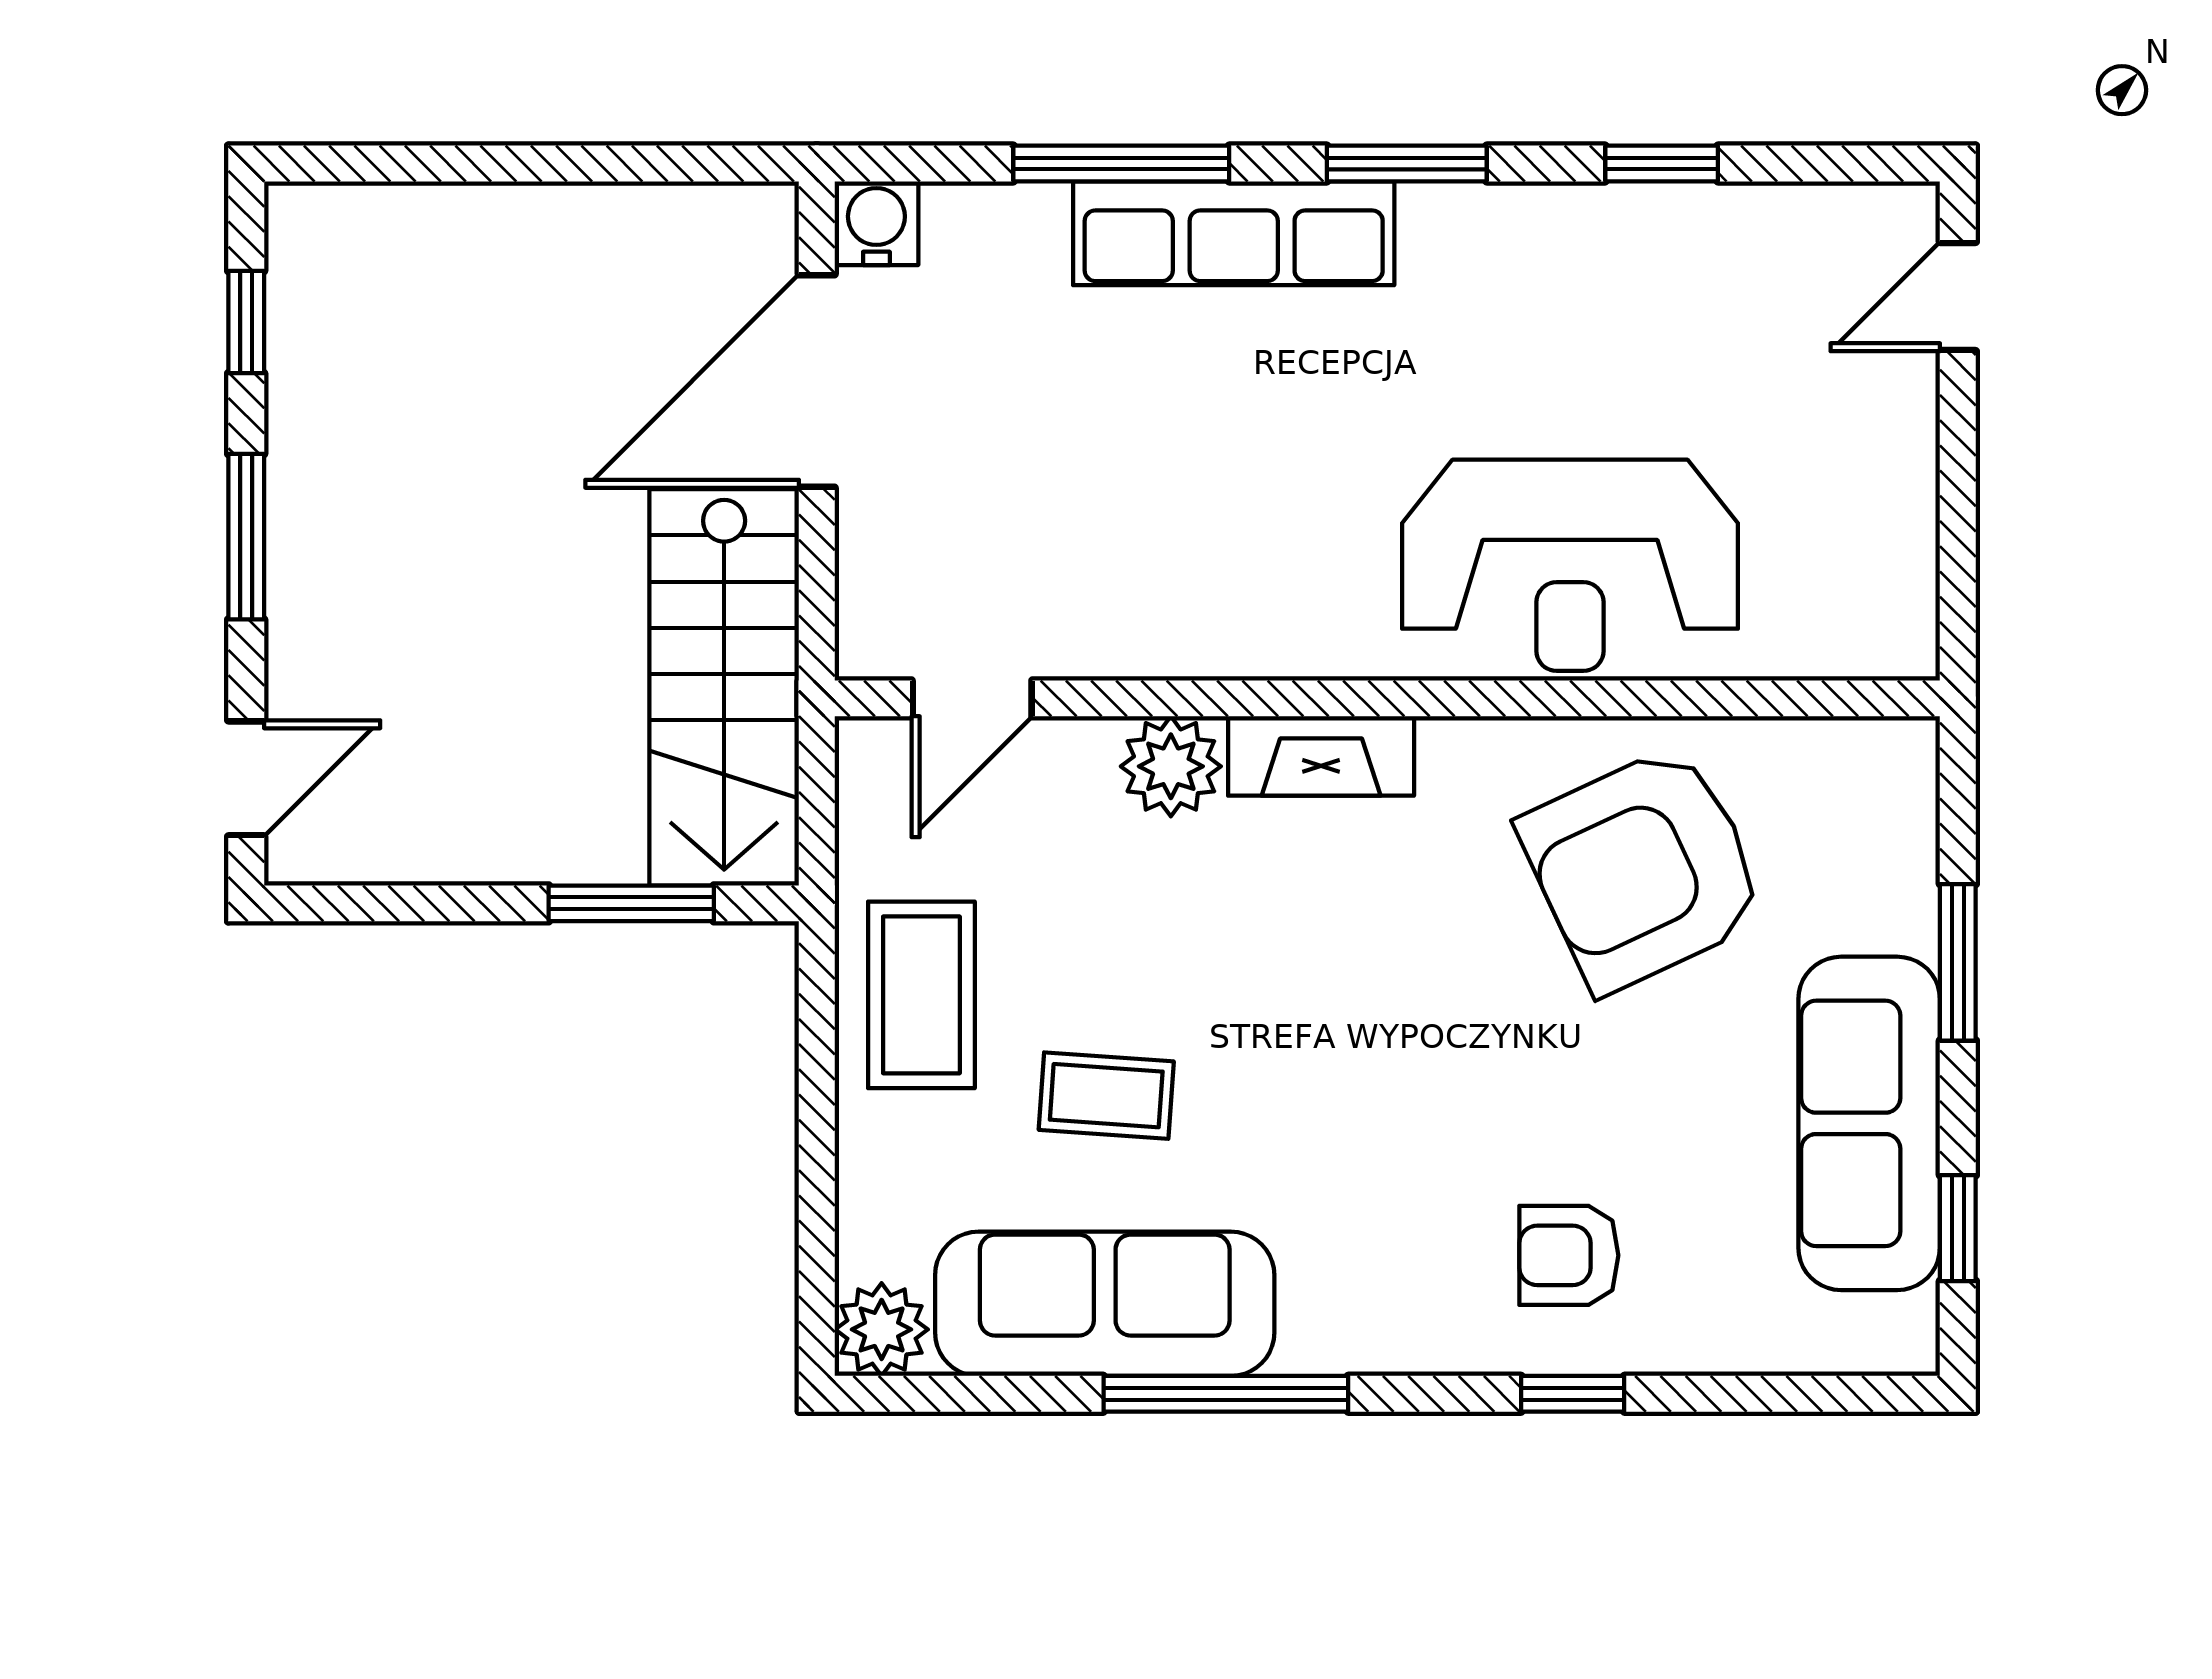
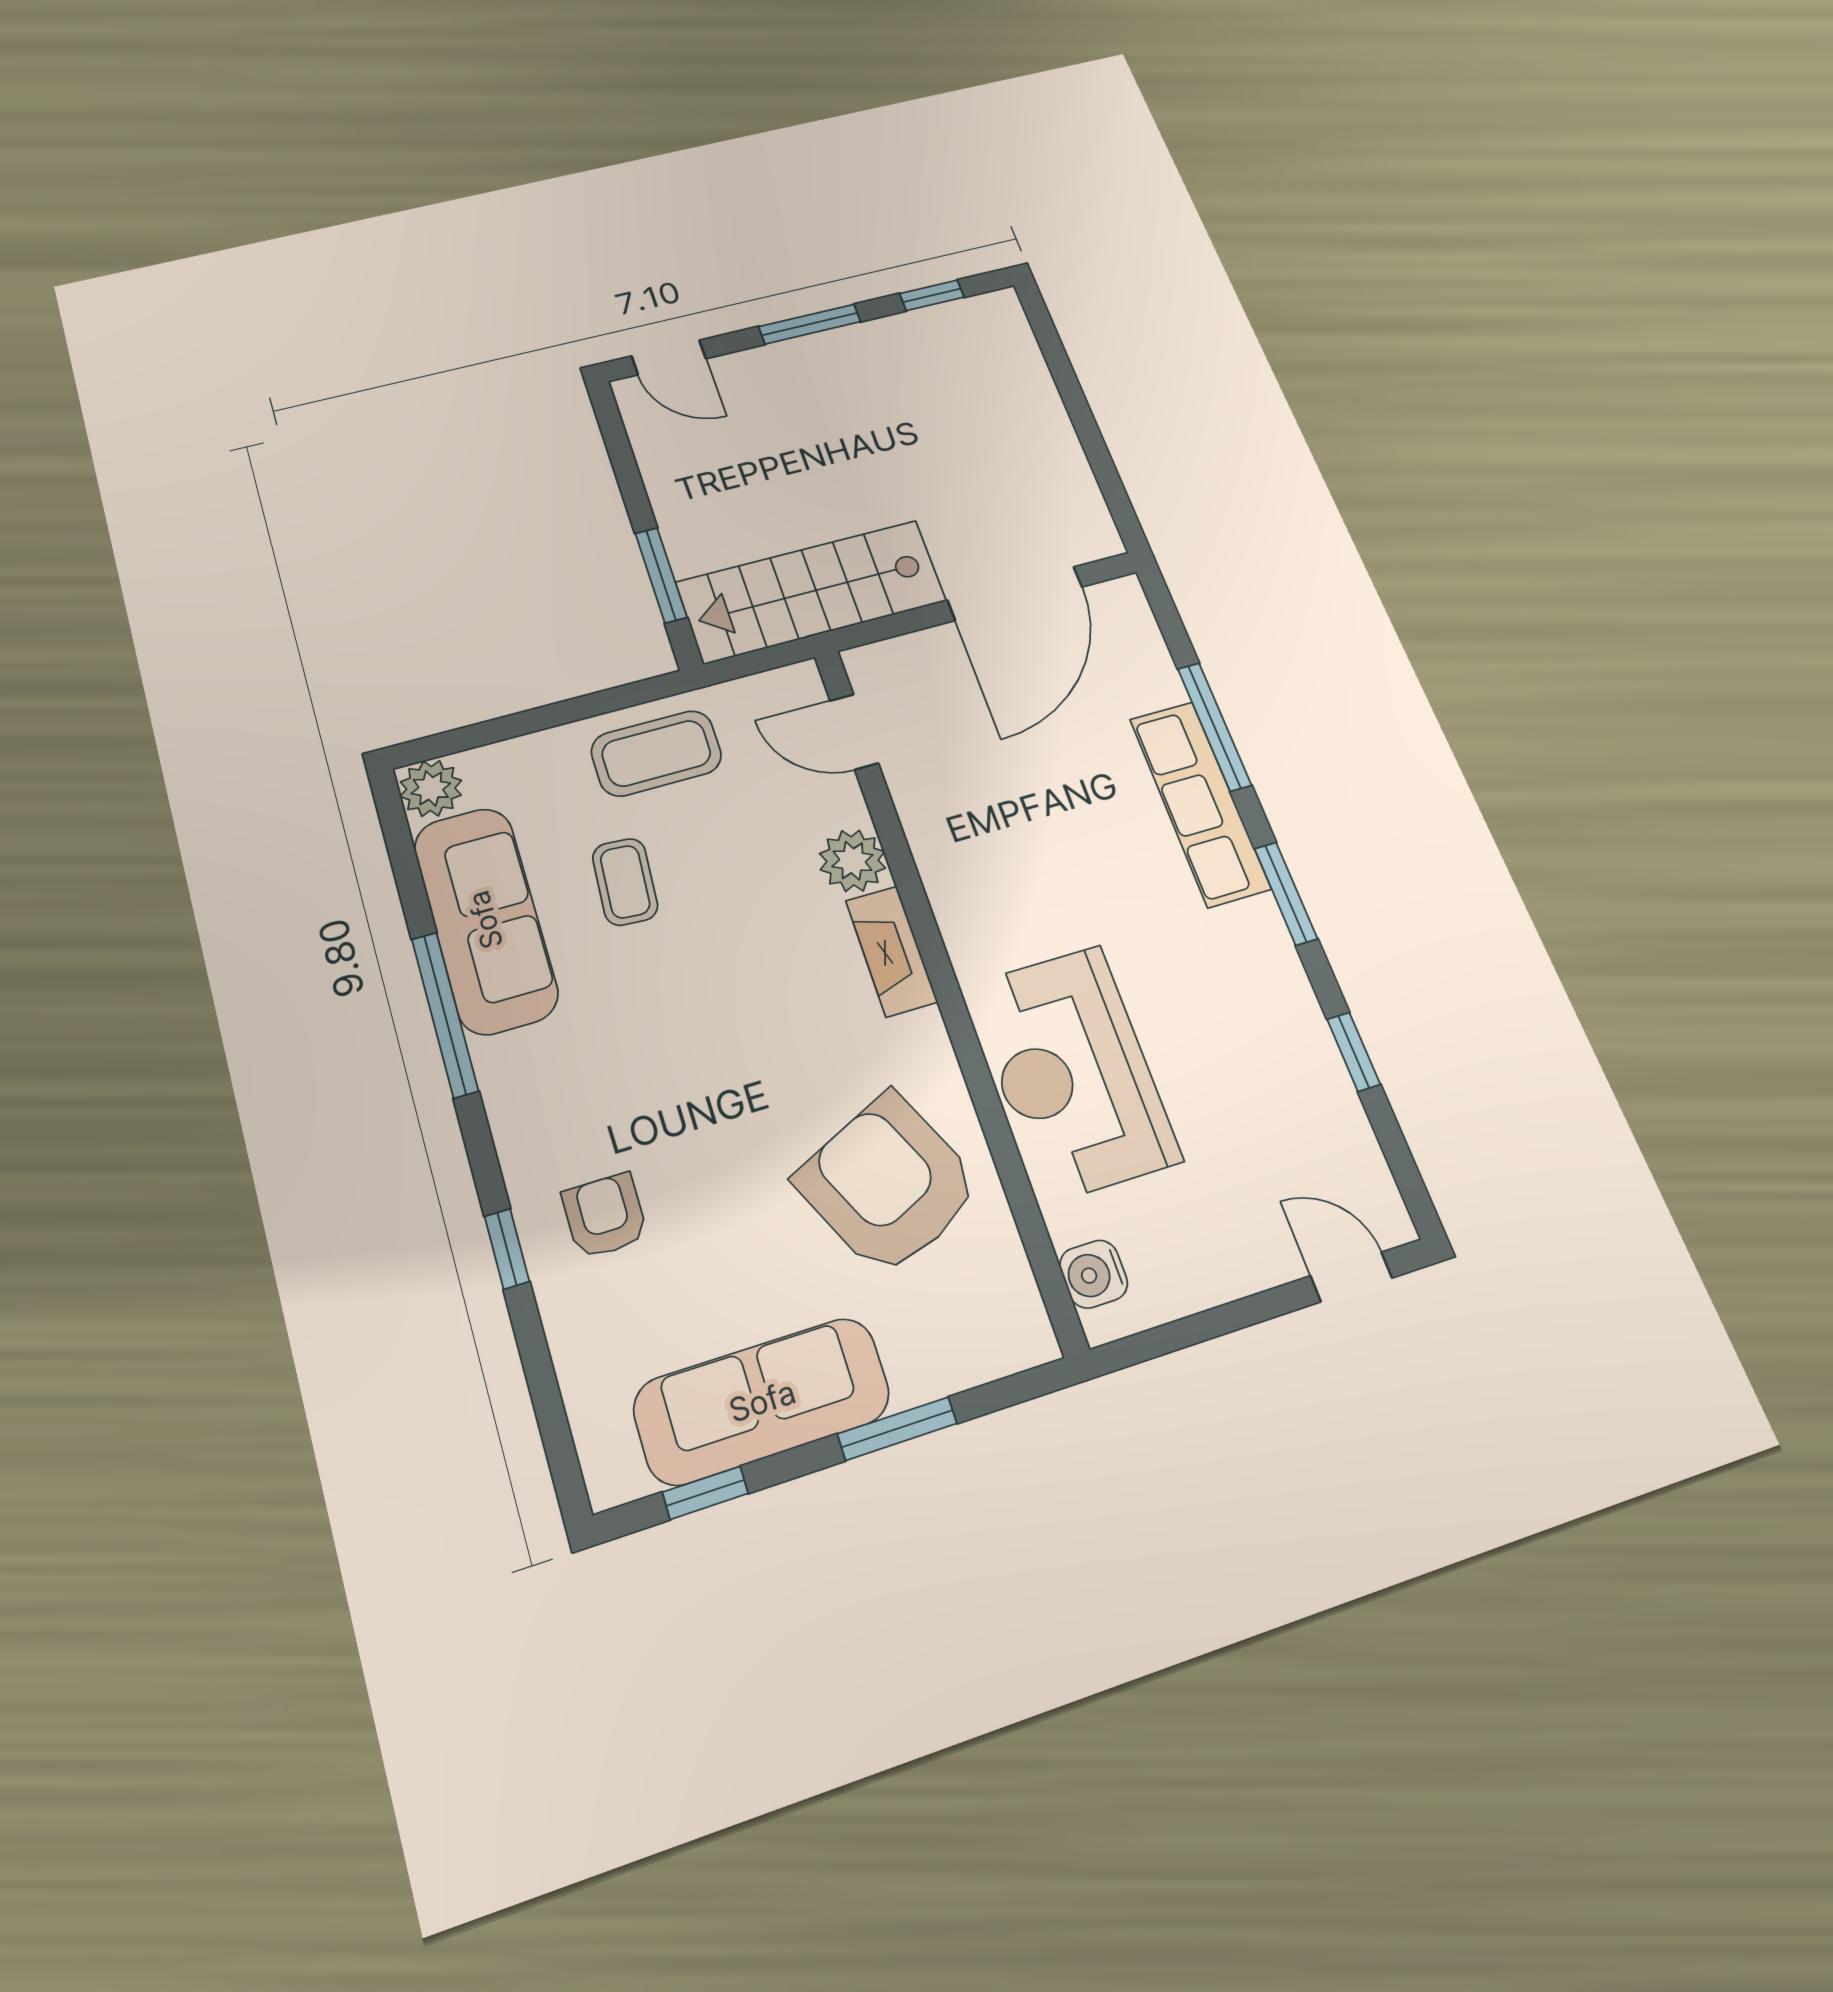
water cooler: (876, 223) -> (1094, 1274), moved, turned 180
door: (817, 381) -> (1015, 594), swing flipped

